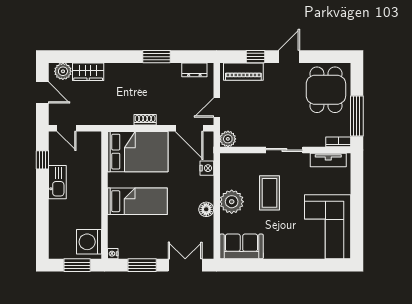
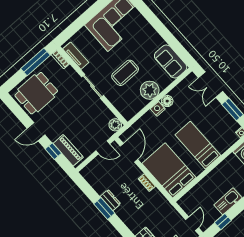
dresser: (194, 70) -> (110, 200), moved
nightstand: (207, 168) -> (158, 109), moved

